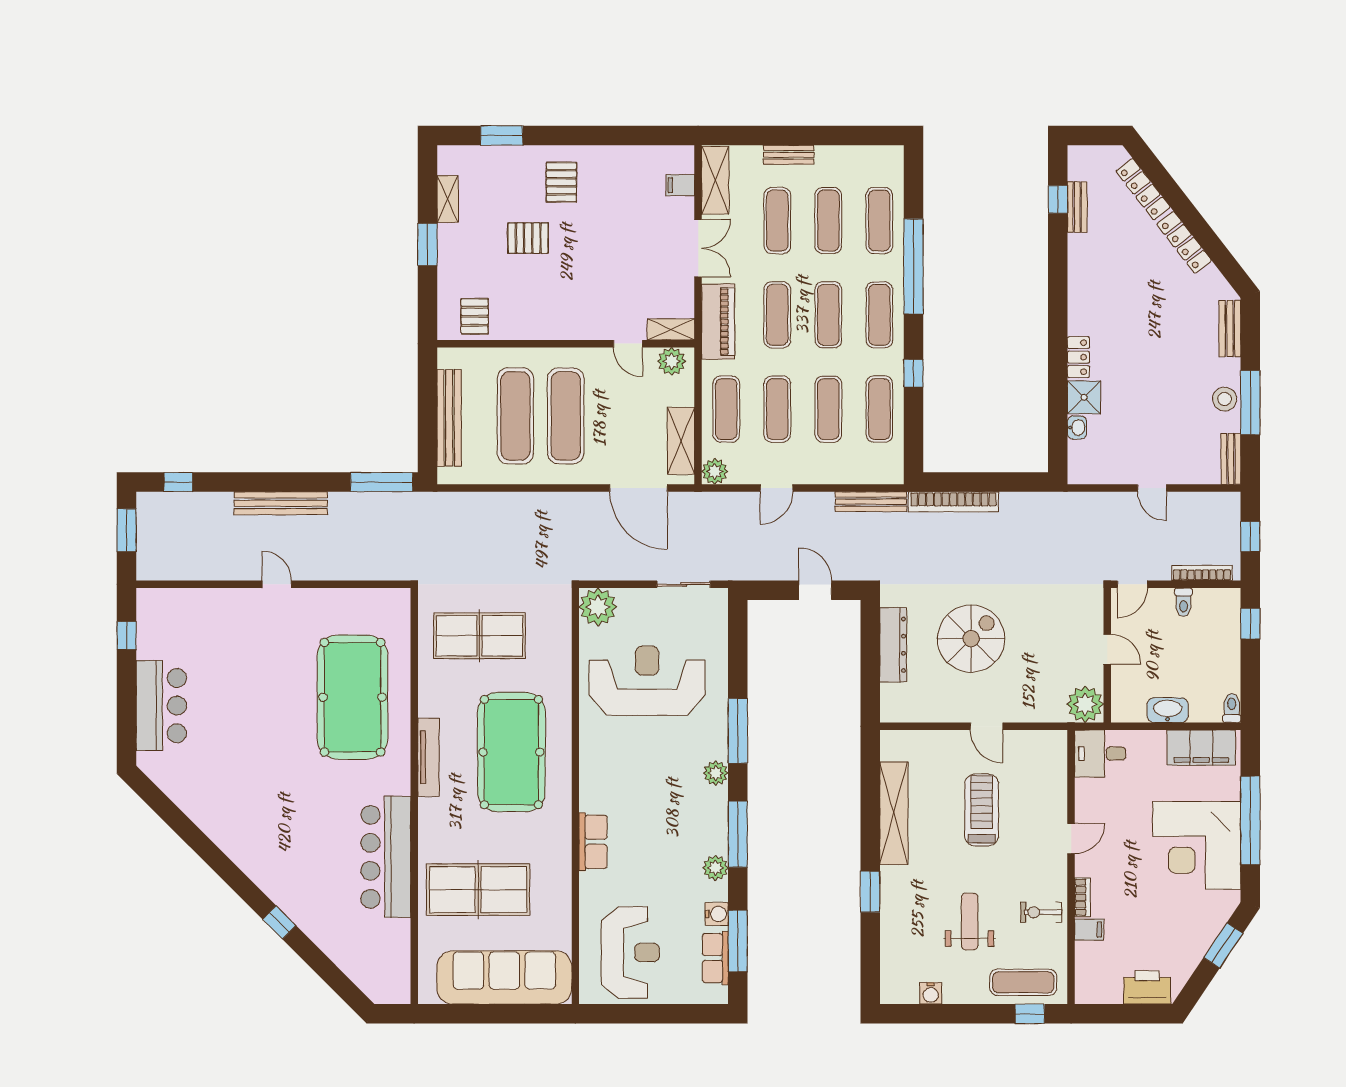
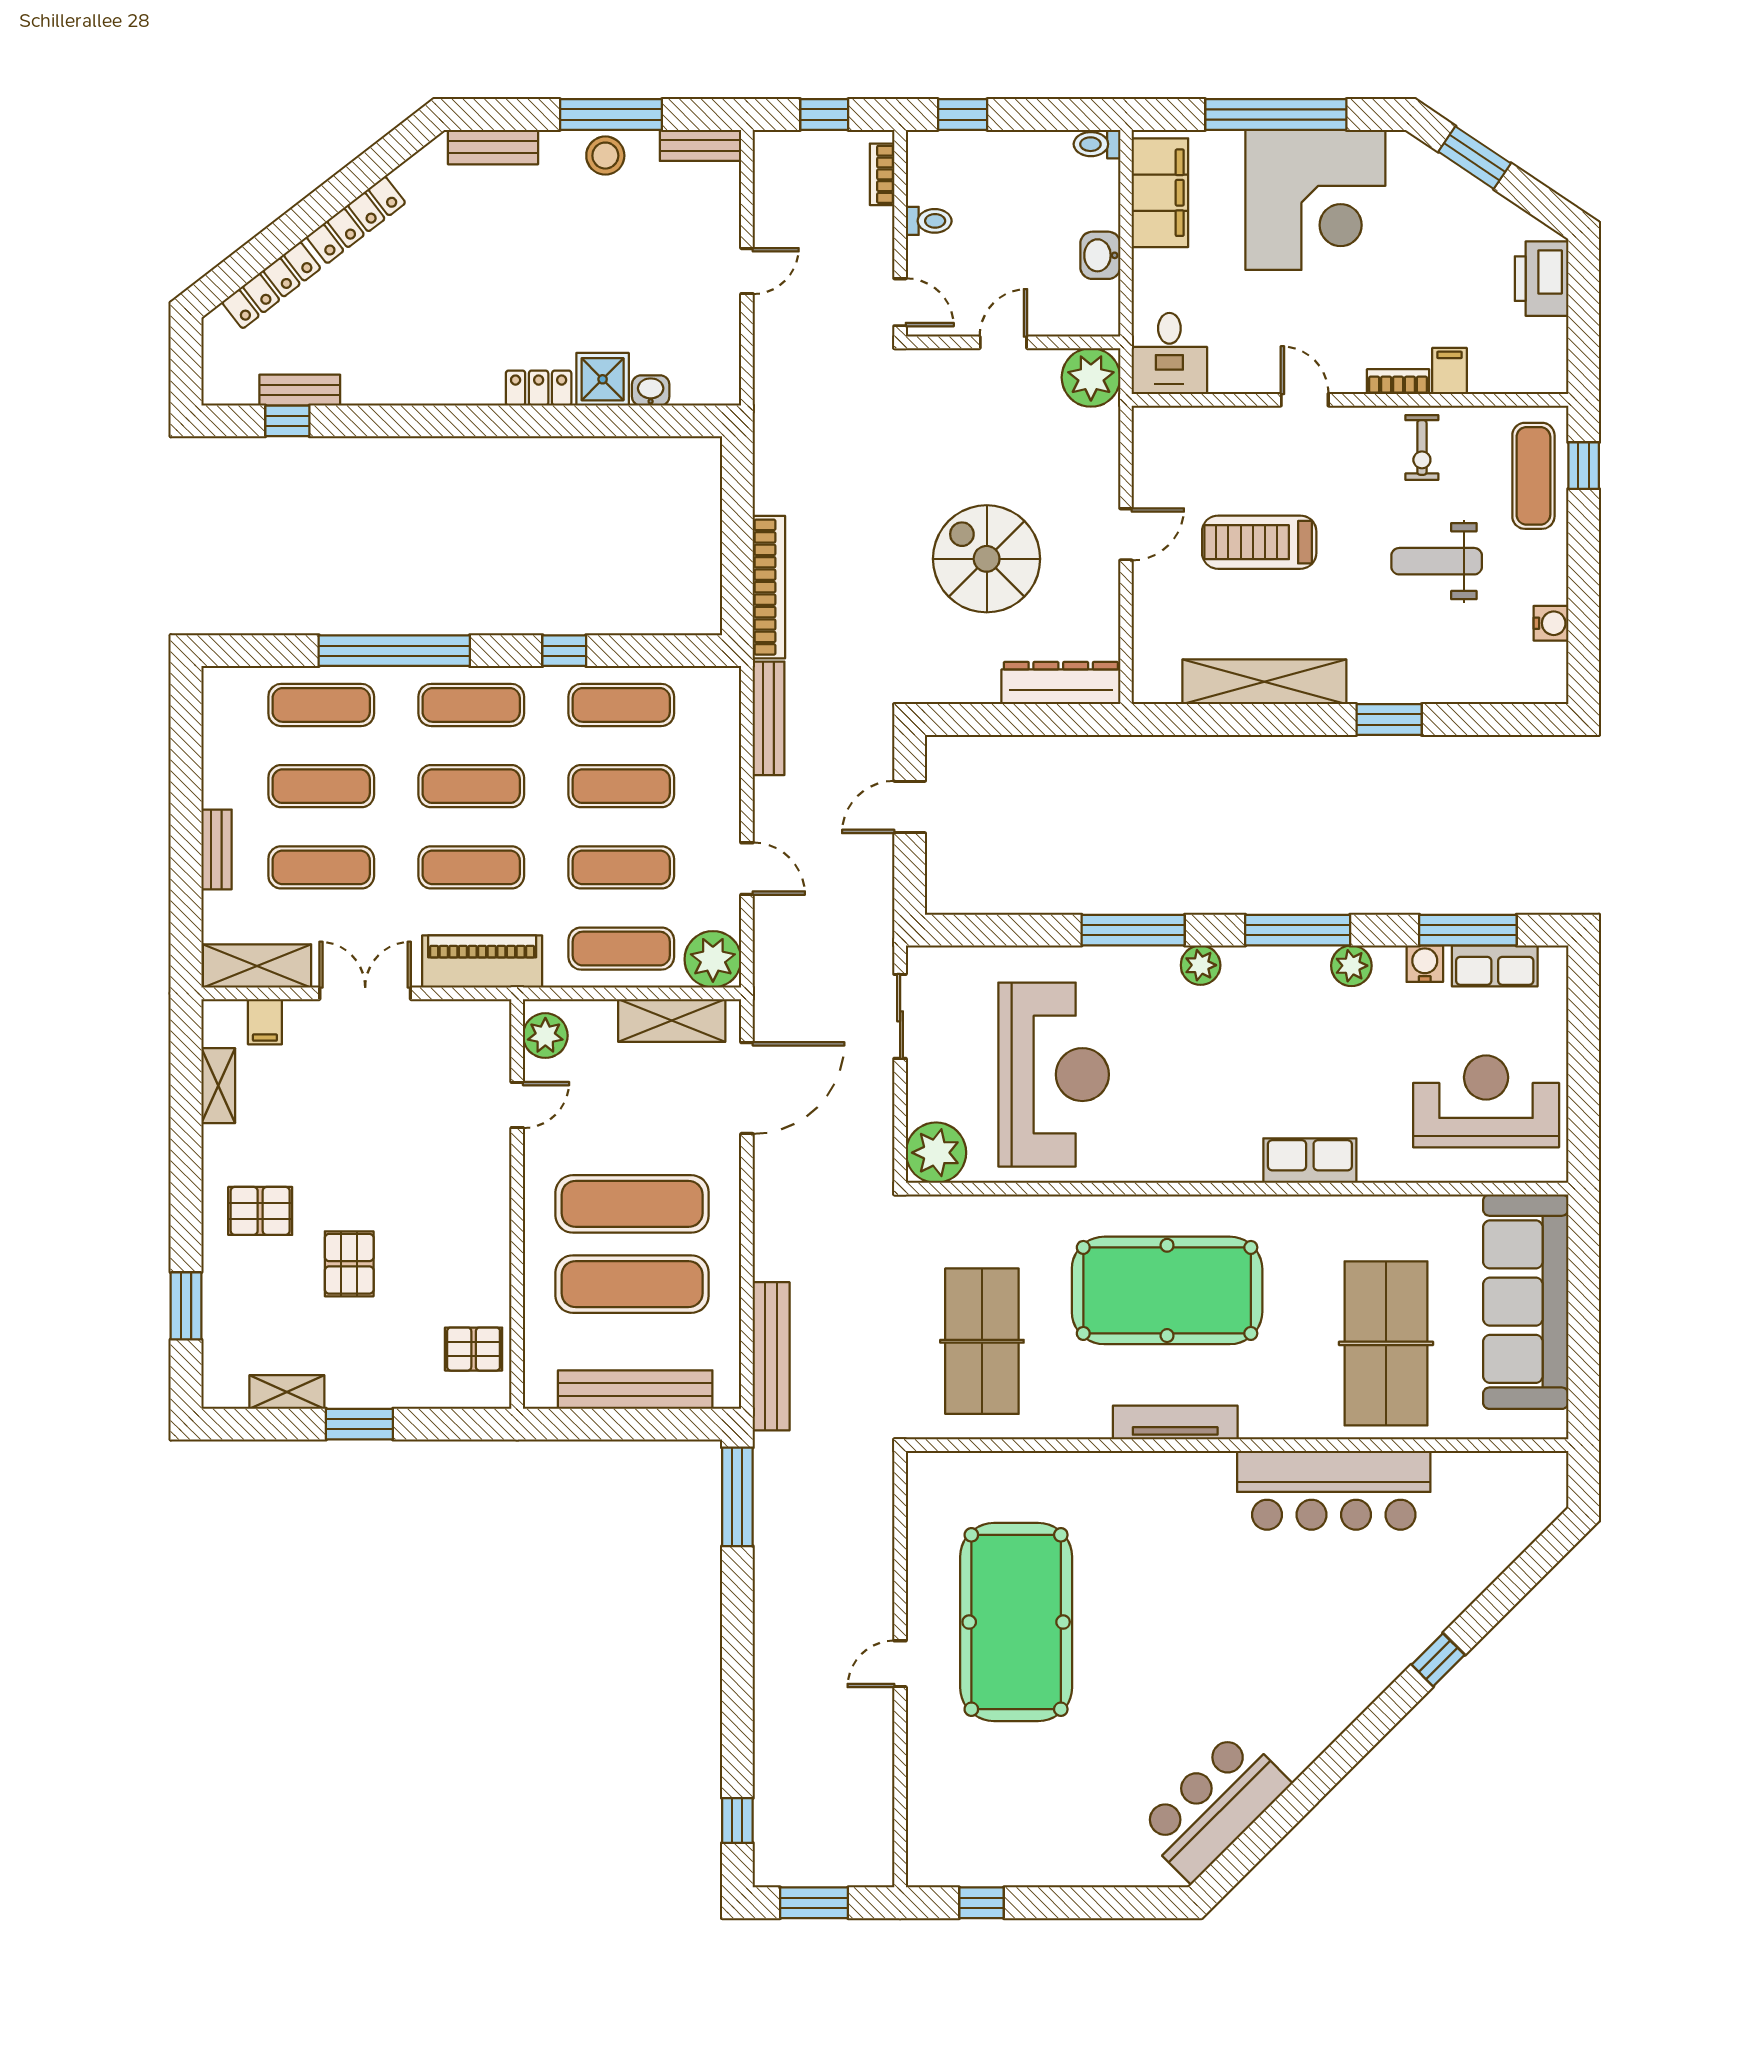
shelving: (671, 329) -> (218, 1086), moved
plant: (715, 471) -> (713, 959), width x1.36, depth x1.36
bench: (281, 503) -> (771, 1356), moved
bookcase: (1202, 573) -> (882, 174), width x0.64
dresser: (893, 645) -> (1061, 683), moved
reception desk: (647, 681) -> (1054, 1075), turned 180
pool table: (352, 697) -> (1016, 1622), moved, turned 90
bar counter: (161, 706) -> (1214, 1806), moved, turned -45
washbasin: (1168, 710) -> (1100, 255), width x0.72

